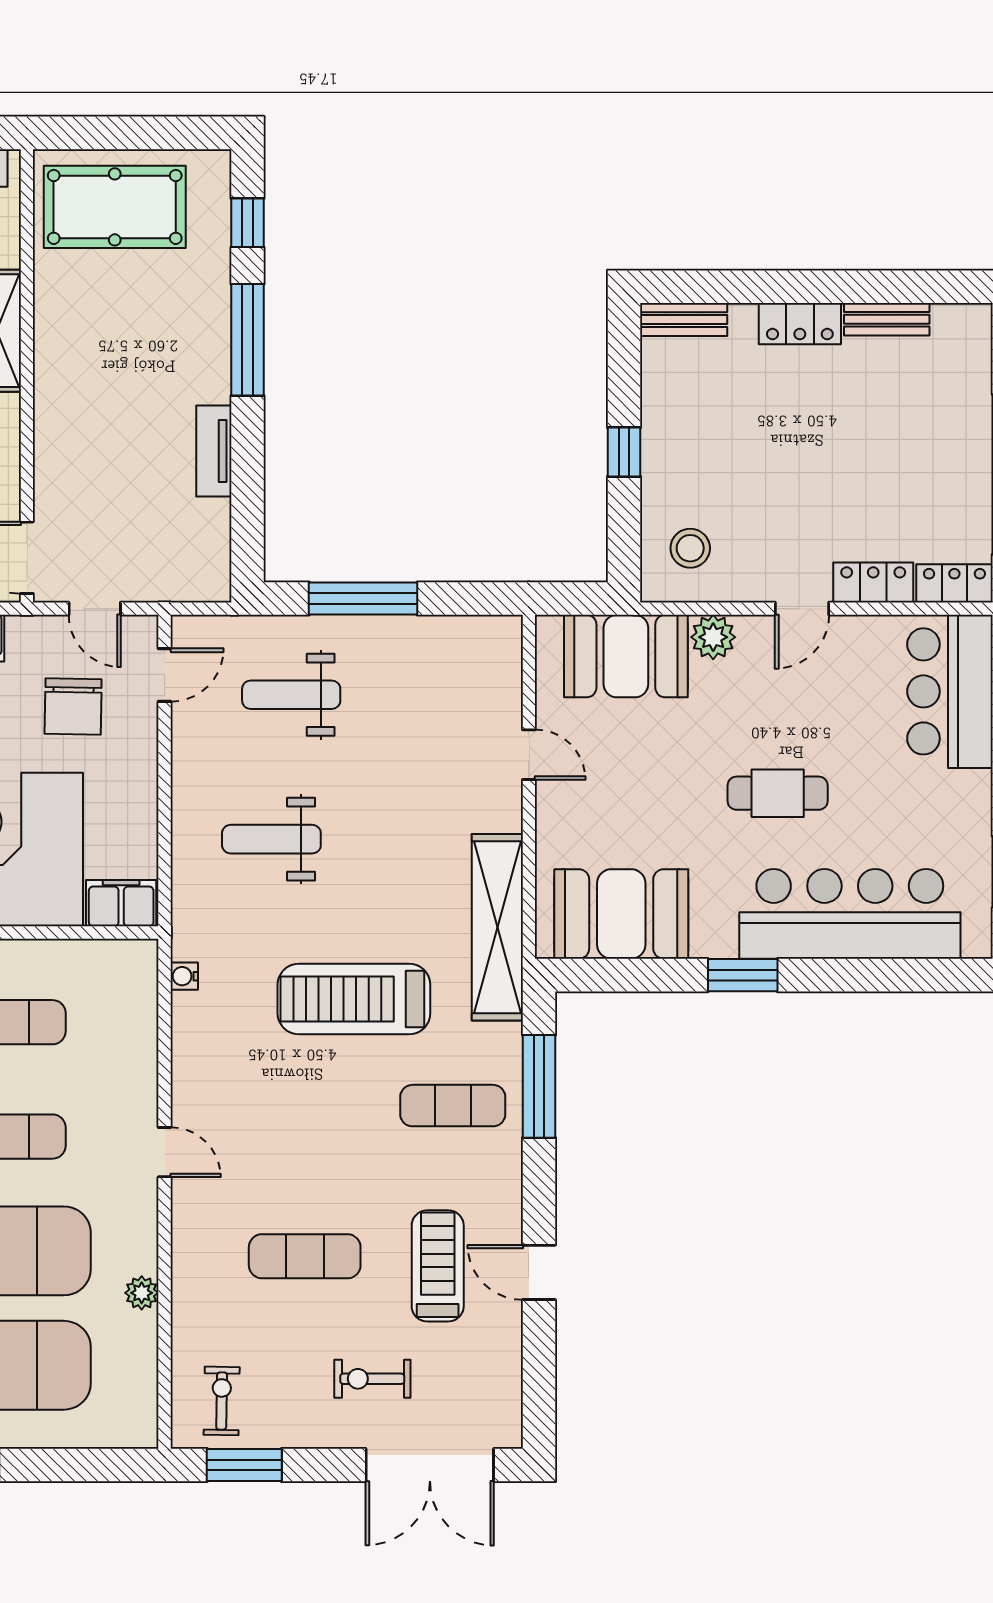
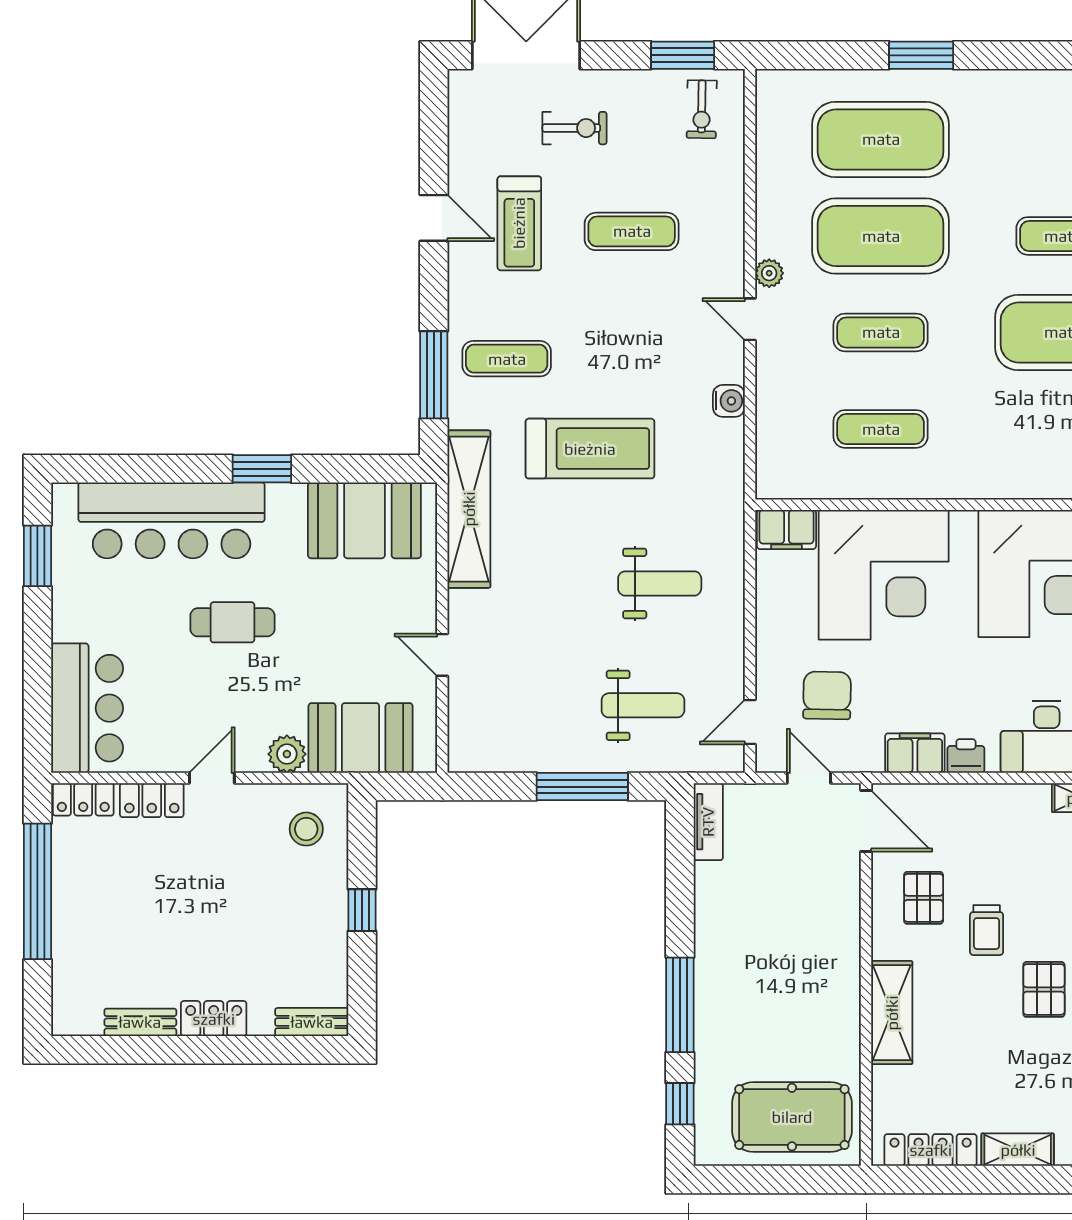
tv unit: (214, 451) -> (708, 822), moved
water cooler: (184, 976) -> (729, 401), moved, width x1.38, depth x1.38
plant: (142, 1293) -> (769, 273), moved

